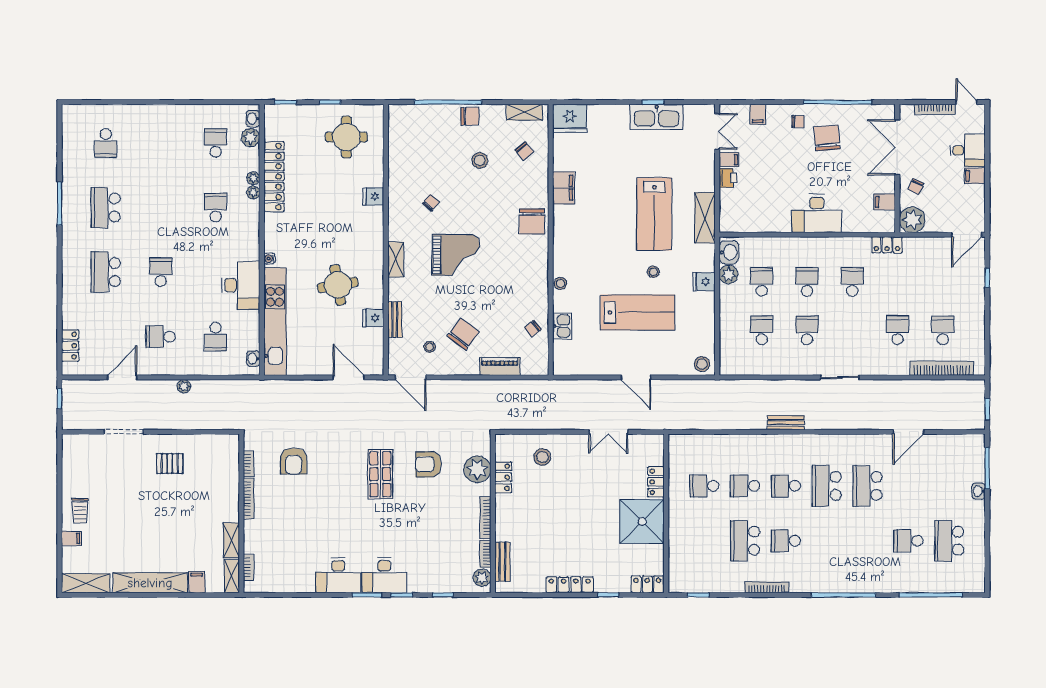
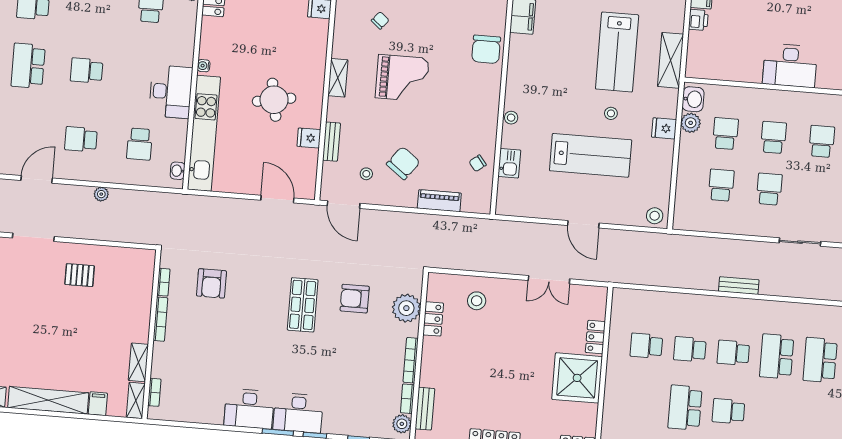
school desk: (161, 272) -> (87, 71), turned -90

